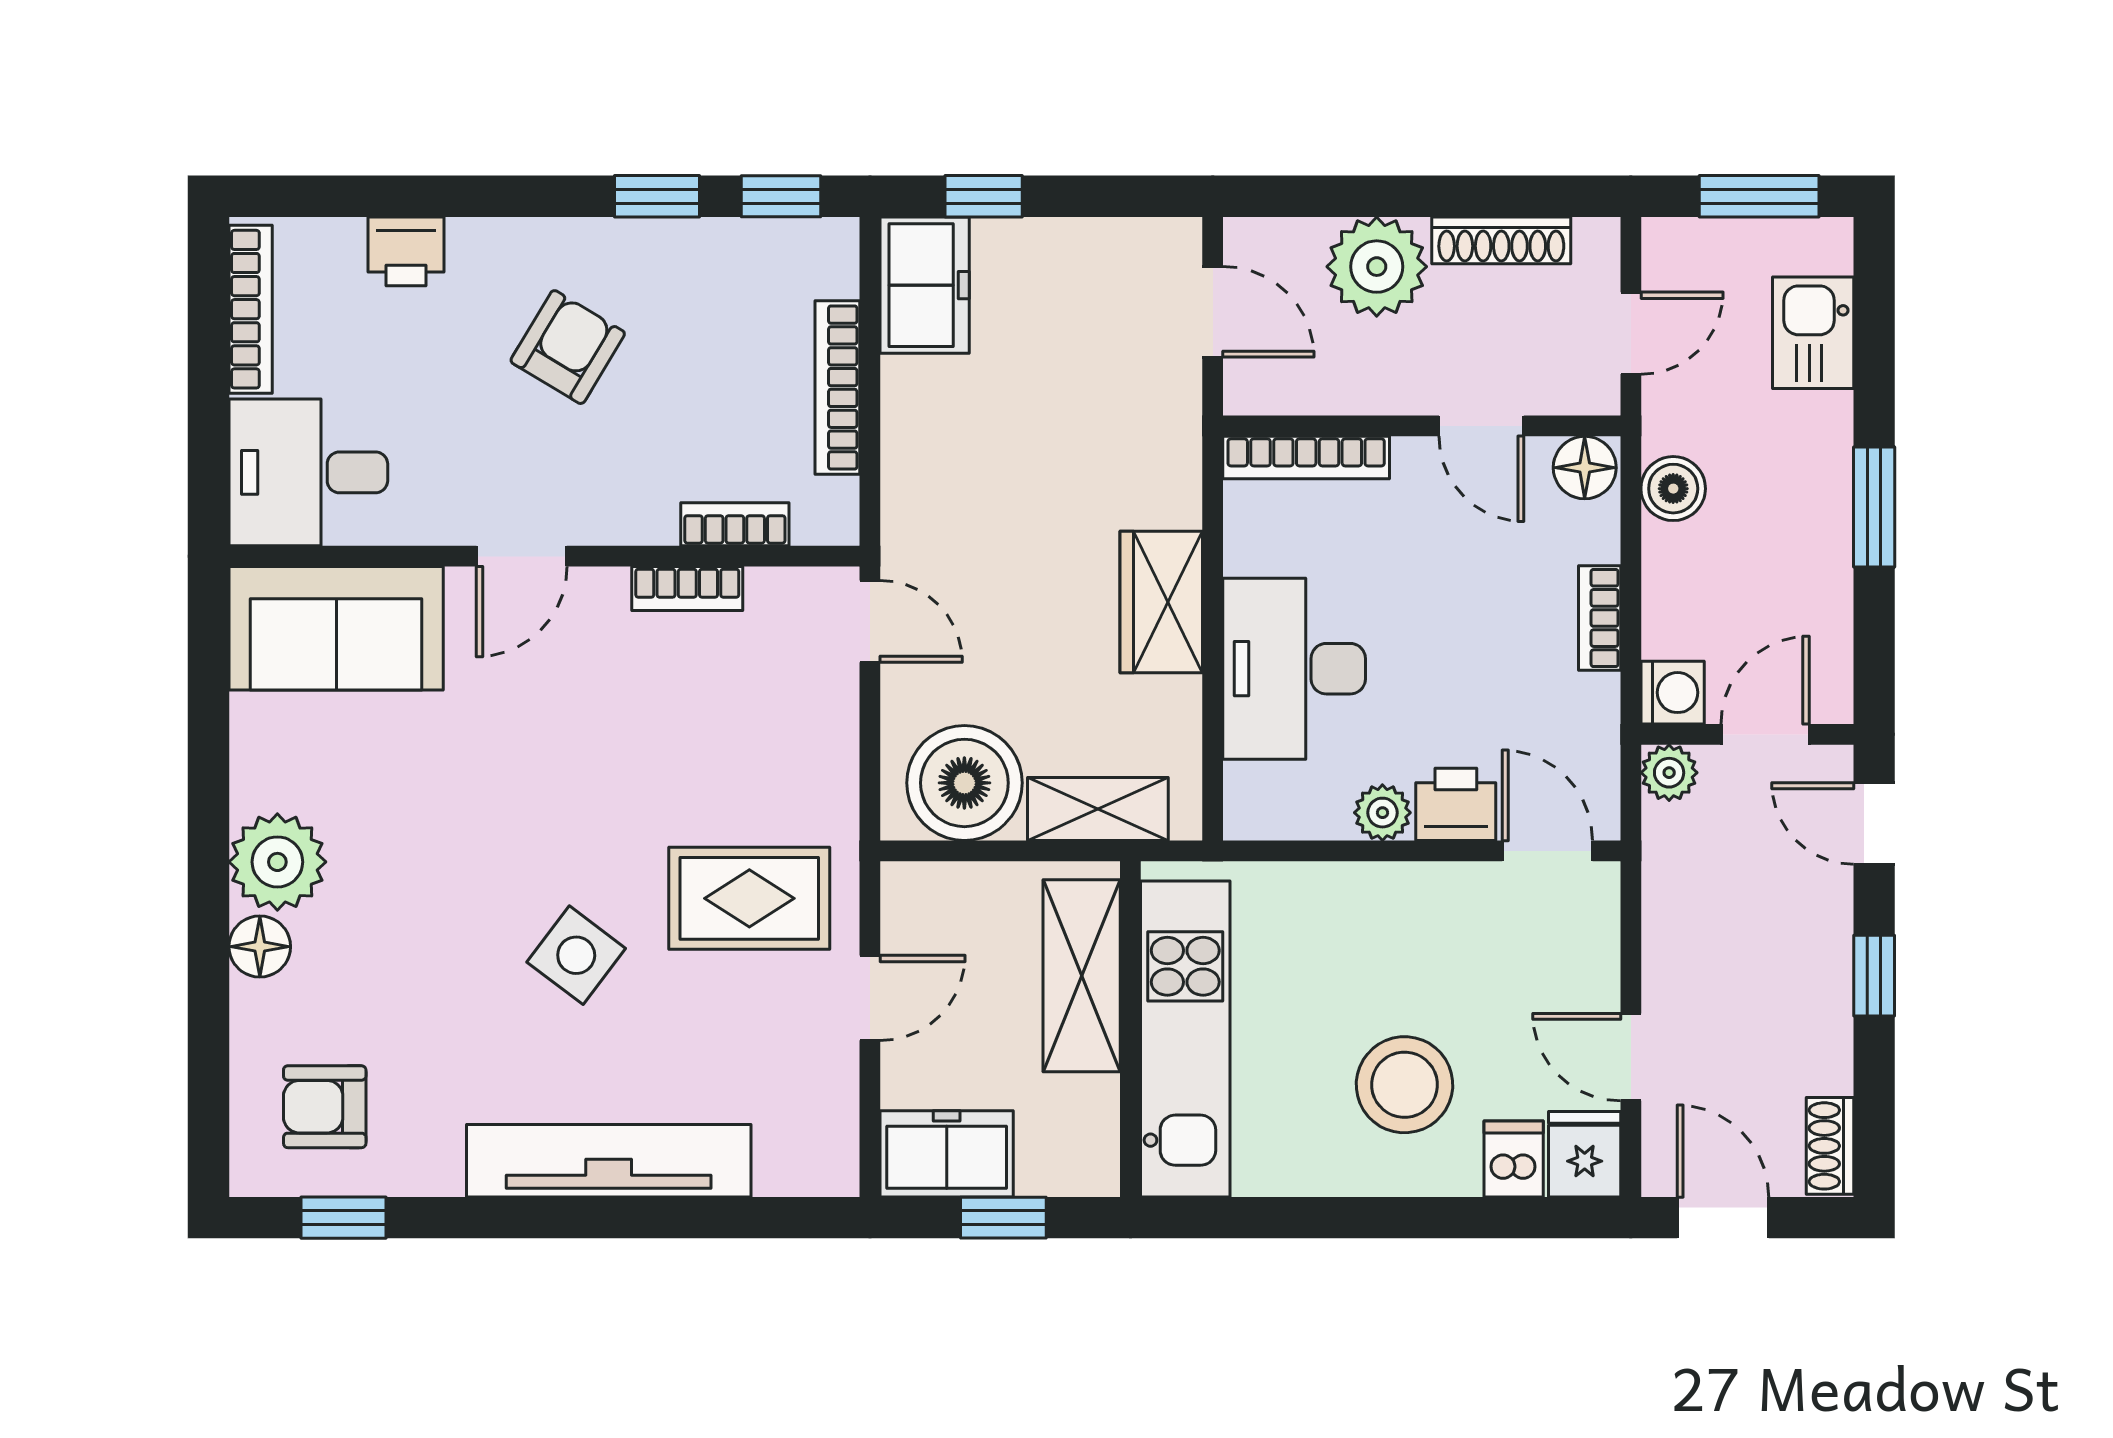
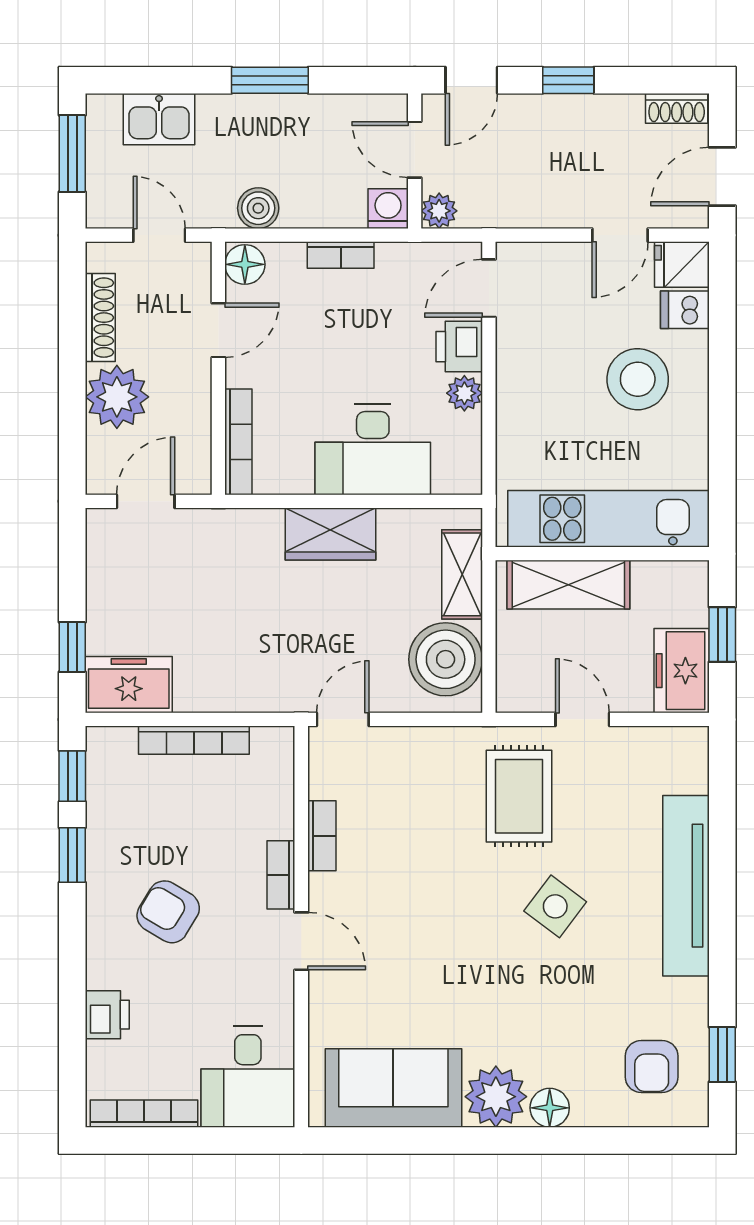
bookcase: (735, 524) -> (281, 875), moved
sofa: (336, 628) -> (393, 1088), moved, turned -90

